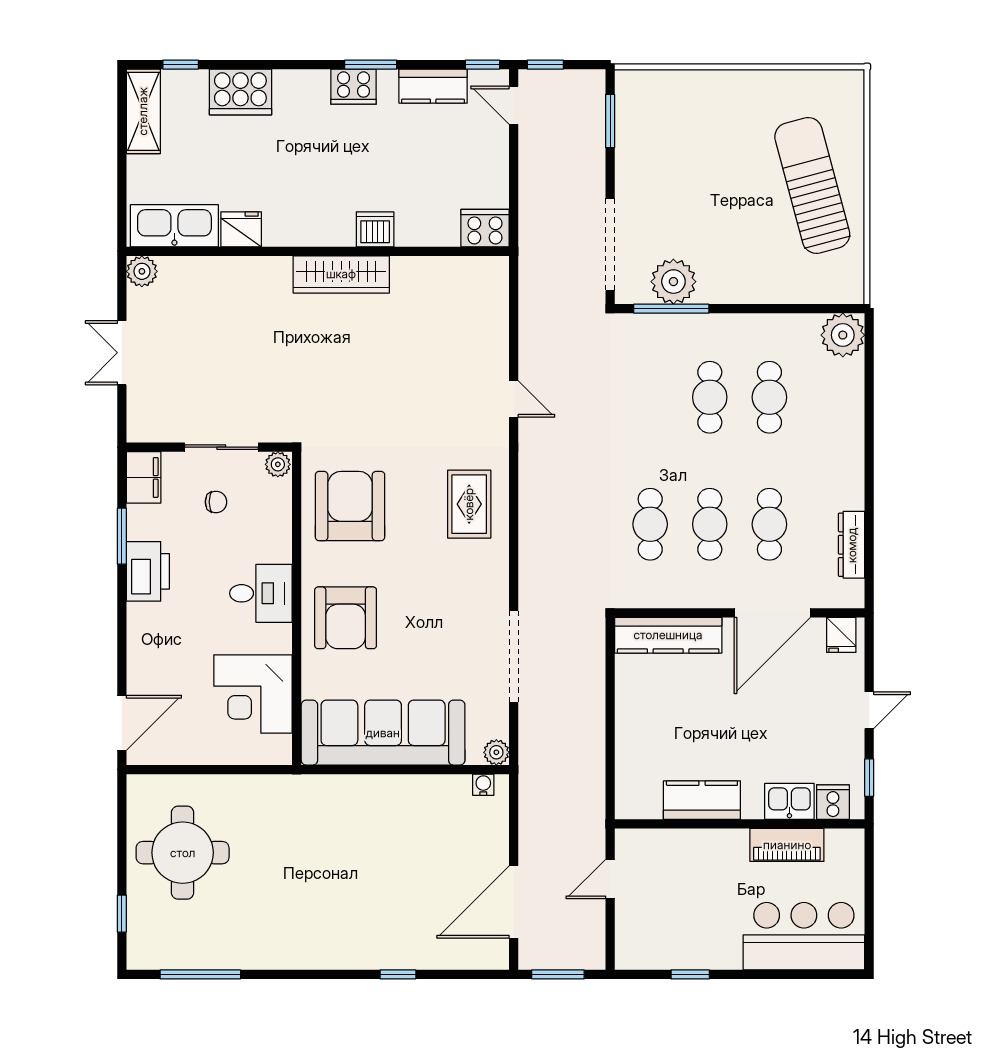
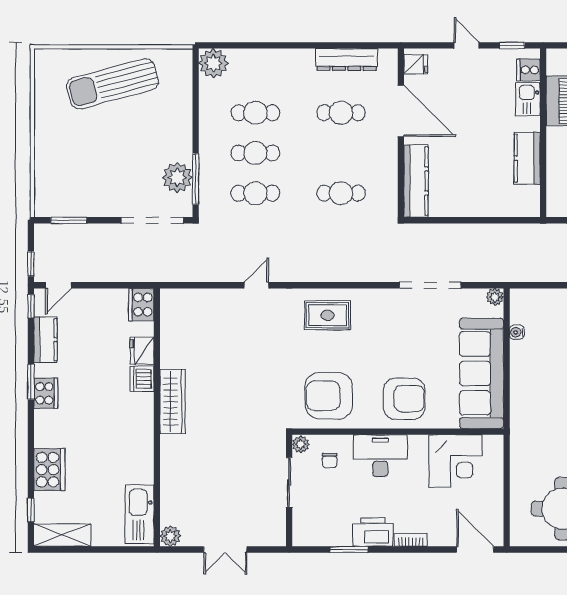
fridge: (241, 229) -> (142, 351), moved
filing cabinet: (144, 477) -> (309, 535), removed
chair: (216, 502) -> (330, 460), moved, turned 180
cafe table: (710, 524) -> (255, 193), moved
dresser: (852, 545) -> (347, 59), width x1.37, depth x1.24
desk: (261, 593) -> (380, 456), width x1.37
bookcase: (136, 628) -> (411, 540), added
water cooler: (483, 785) -> (517, 332), moved

